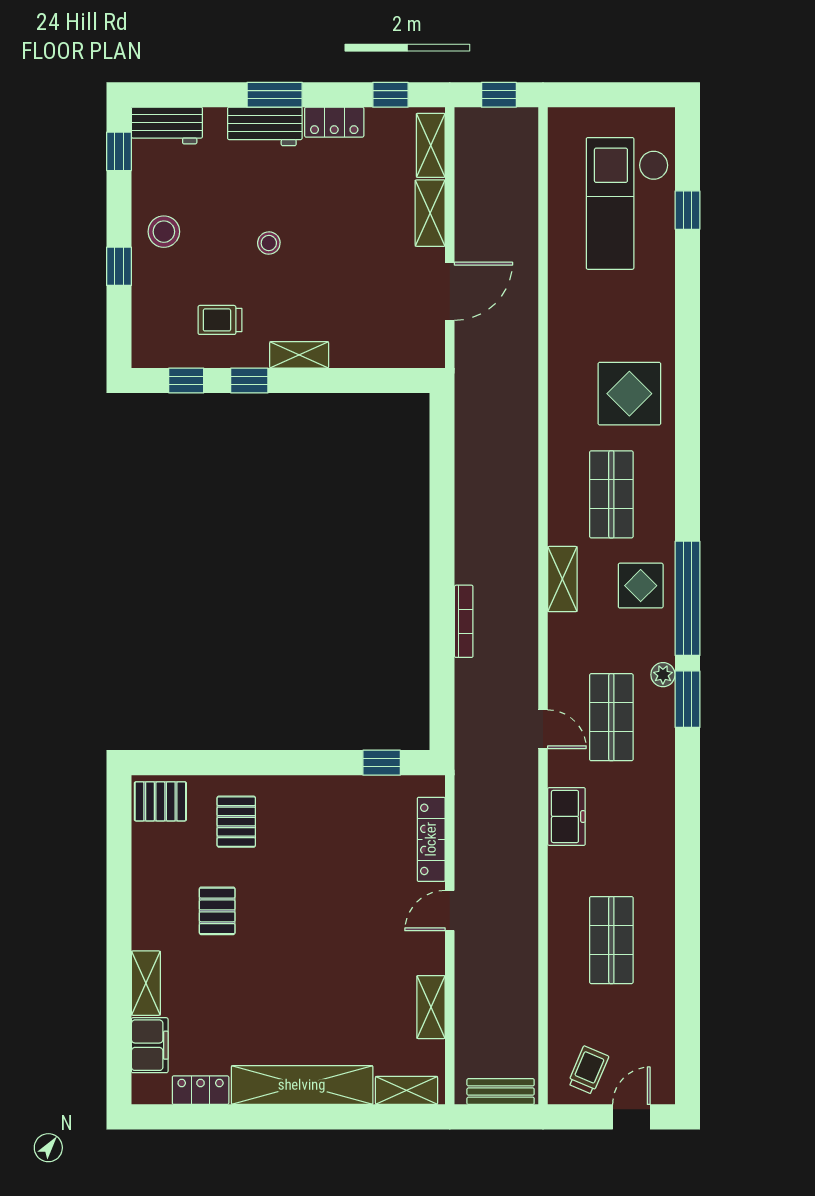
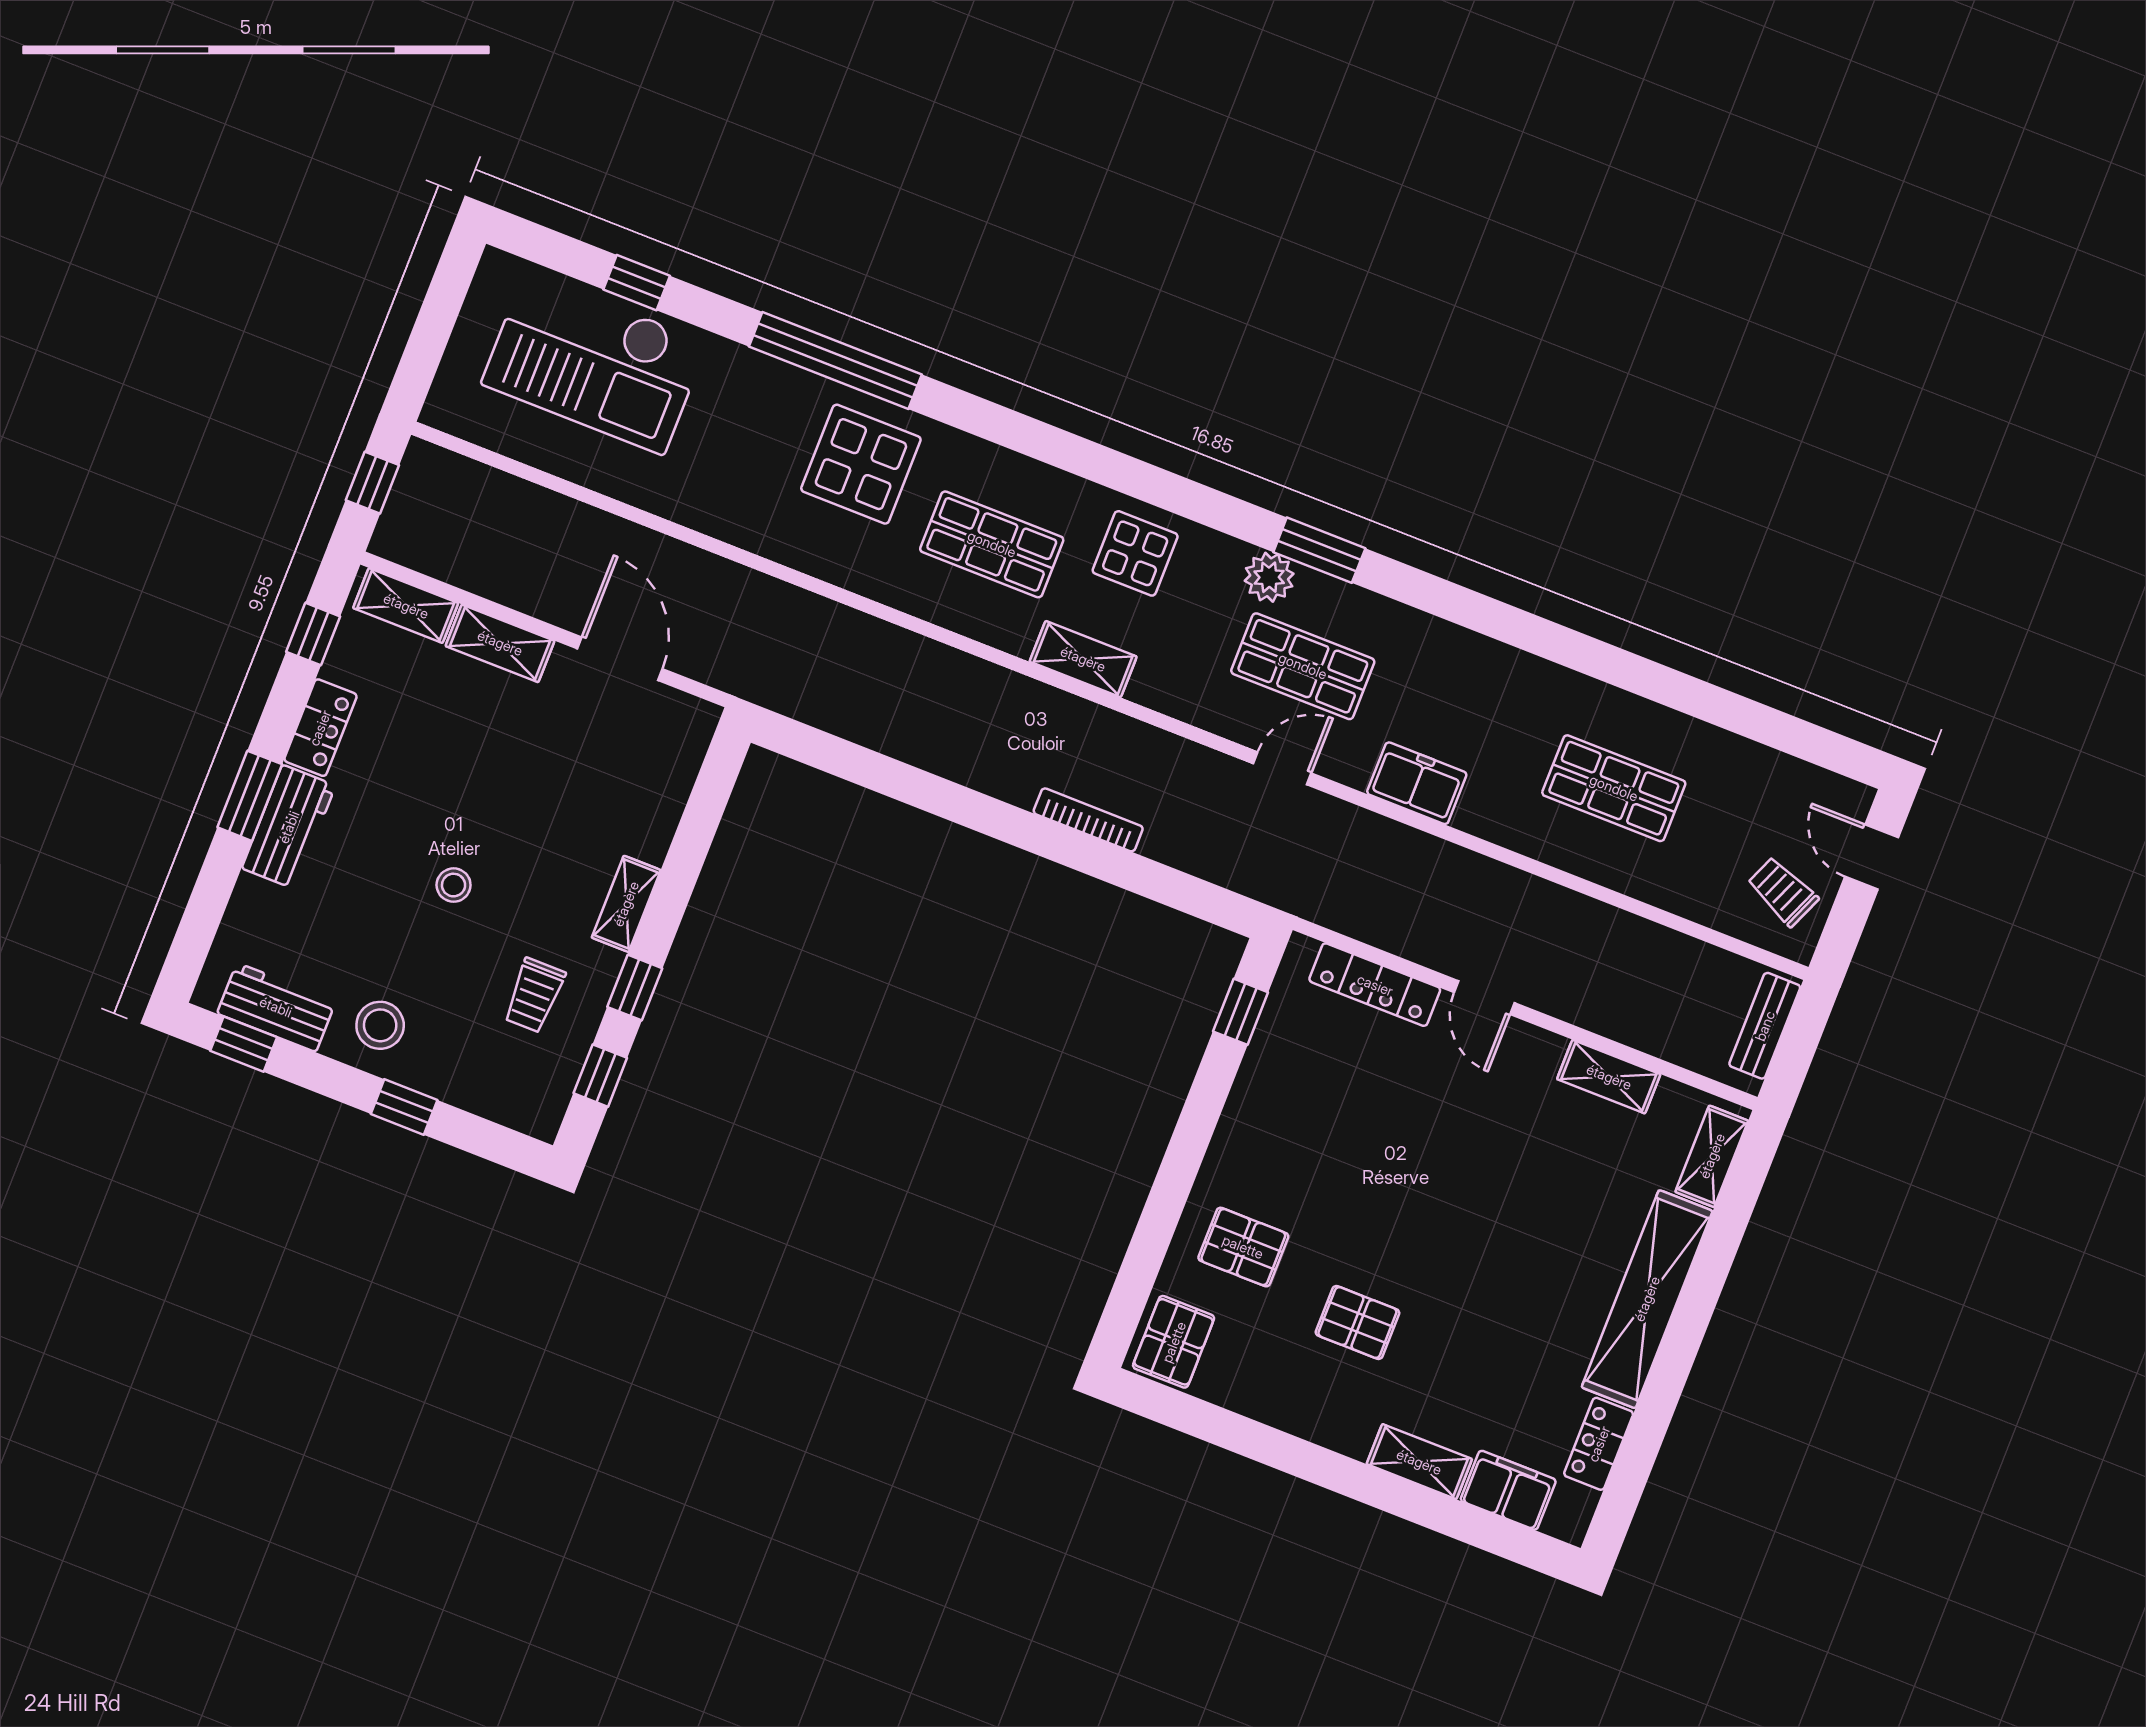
workbench: (167, 126) -> (276, 1007), moved, turned -90
window: (687, 598) -> (835, 361), moved
plant: (663, 675) -> (1269, 577), width x1.38, depth x1.38

